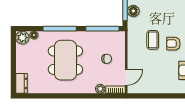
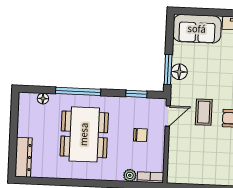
window: (102, 29) -> (136, 94), width x0.46
plant: (22, 38) -> (27, 101), removed
door: (126, 78) -> (168, 116), moved
dresser: (21, 83) -> (23, 157), width x1.44

